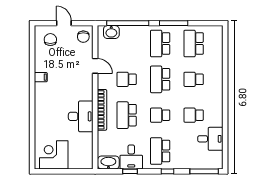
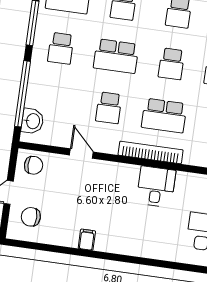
school desk: (160, 43) -> (61, 48), width x0.54
door: (95, 66) -> (81, 154), hinge flipped
desk: (81, 116) -> (156, 187), width x0.73

